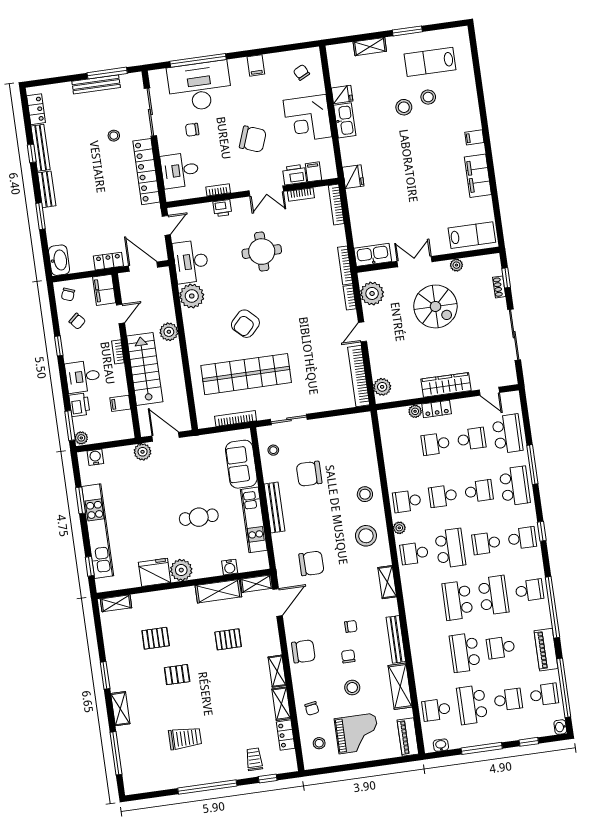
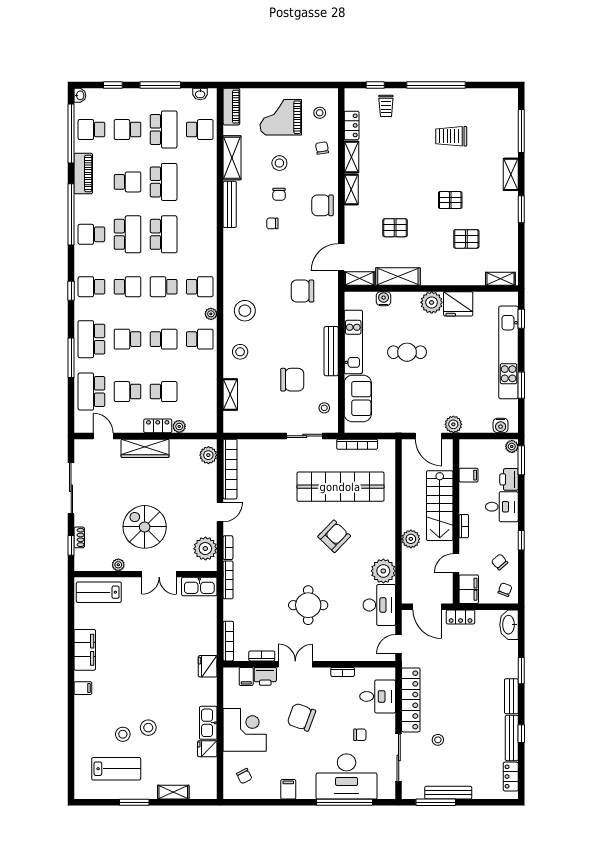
printer: (222, 208) -> (341, 653), removed
school desk: (450, 548) -> (164, 287), width x0.54
shelving: (387, 582) -> (230, 395), moved
school desk: (493, 595) -> (127, 234), turned 180

